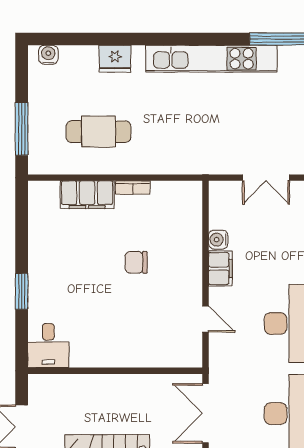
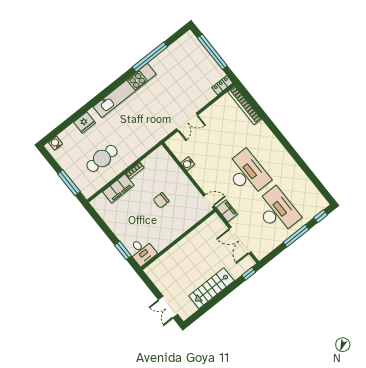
filing cabinet: (220, 268) -> (227, 211), moved
desk: (48, 345) -> (142, 251), moved
wall: (115, 371) -> (178, 240), moved

